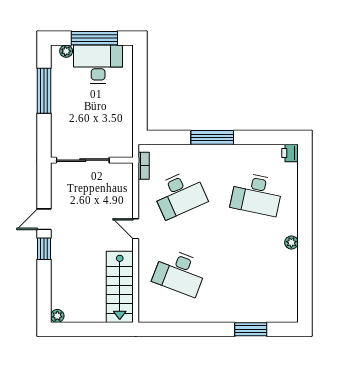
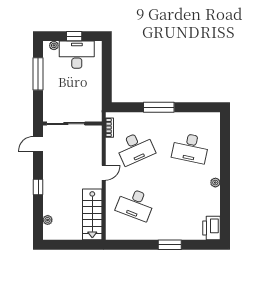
window: (94, 38) -> (74, 36), width x0.46
printer: (290, 153) -> (212, 228), moved, width x1.87, depth x1.48
door: (44, 219) -> (38, 144), moved
door: (136, 229) -> (104, 173), swing flipped
plant: (57, 316) -> (48, 220), moved
window: (251, 329) -> (170, 245), moved

